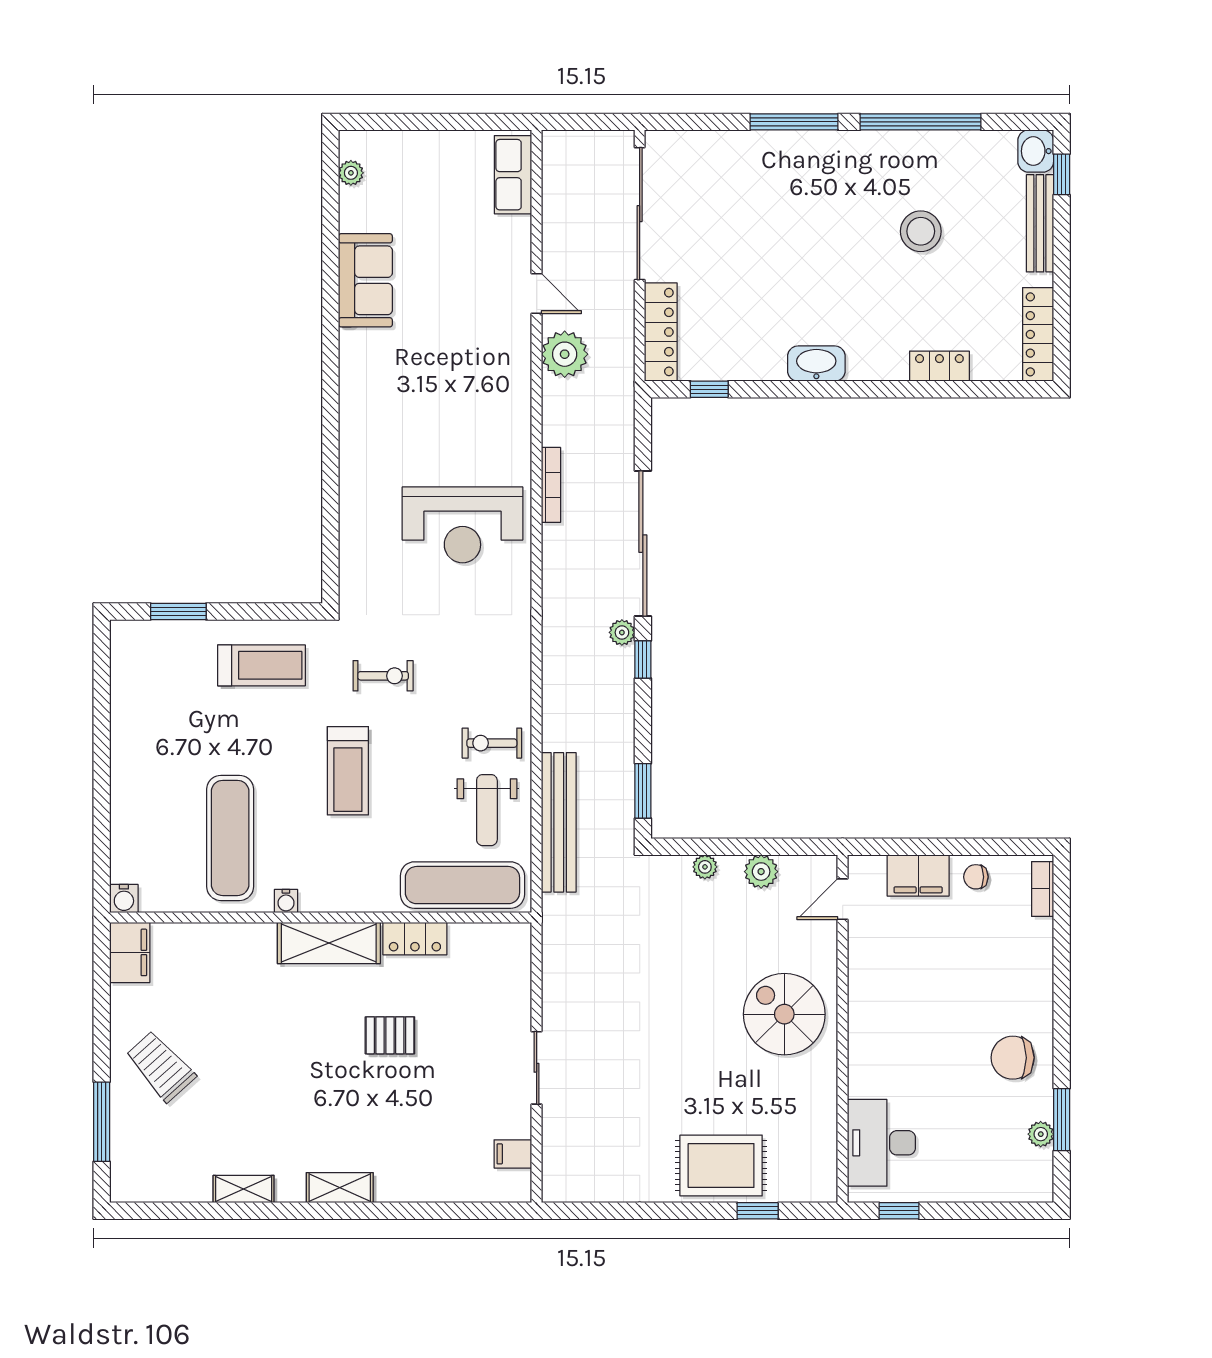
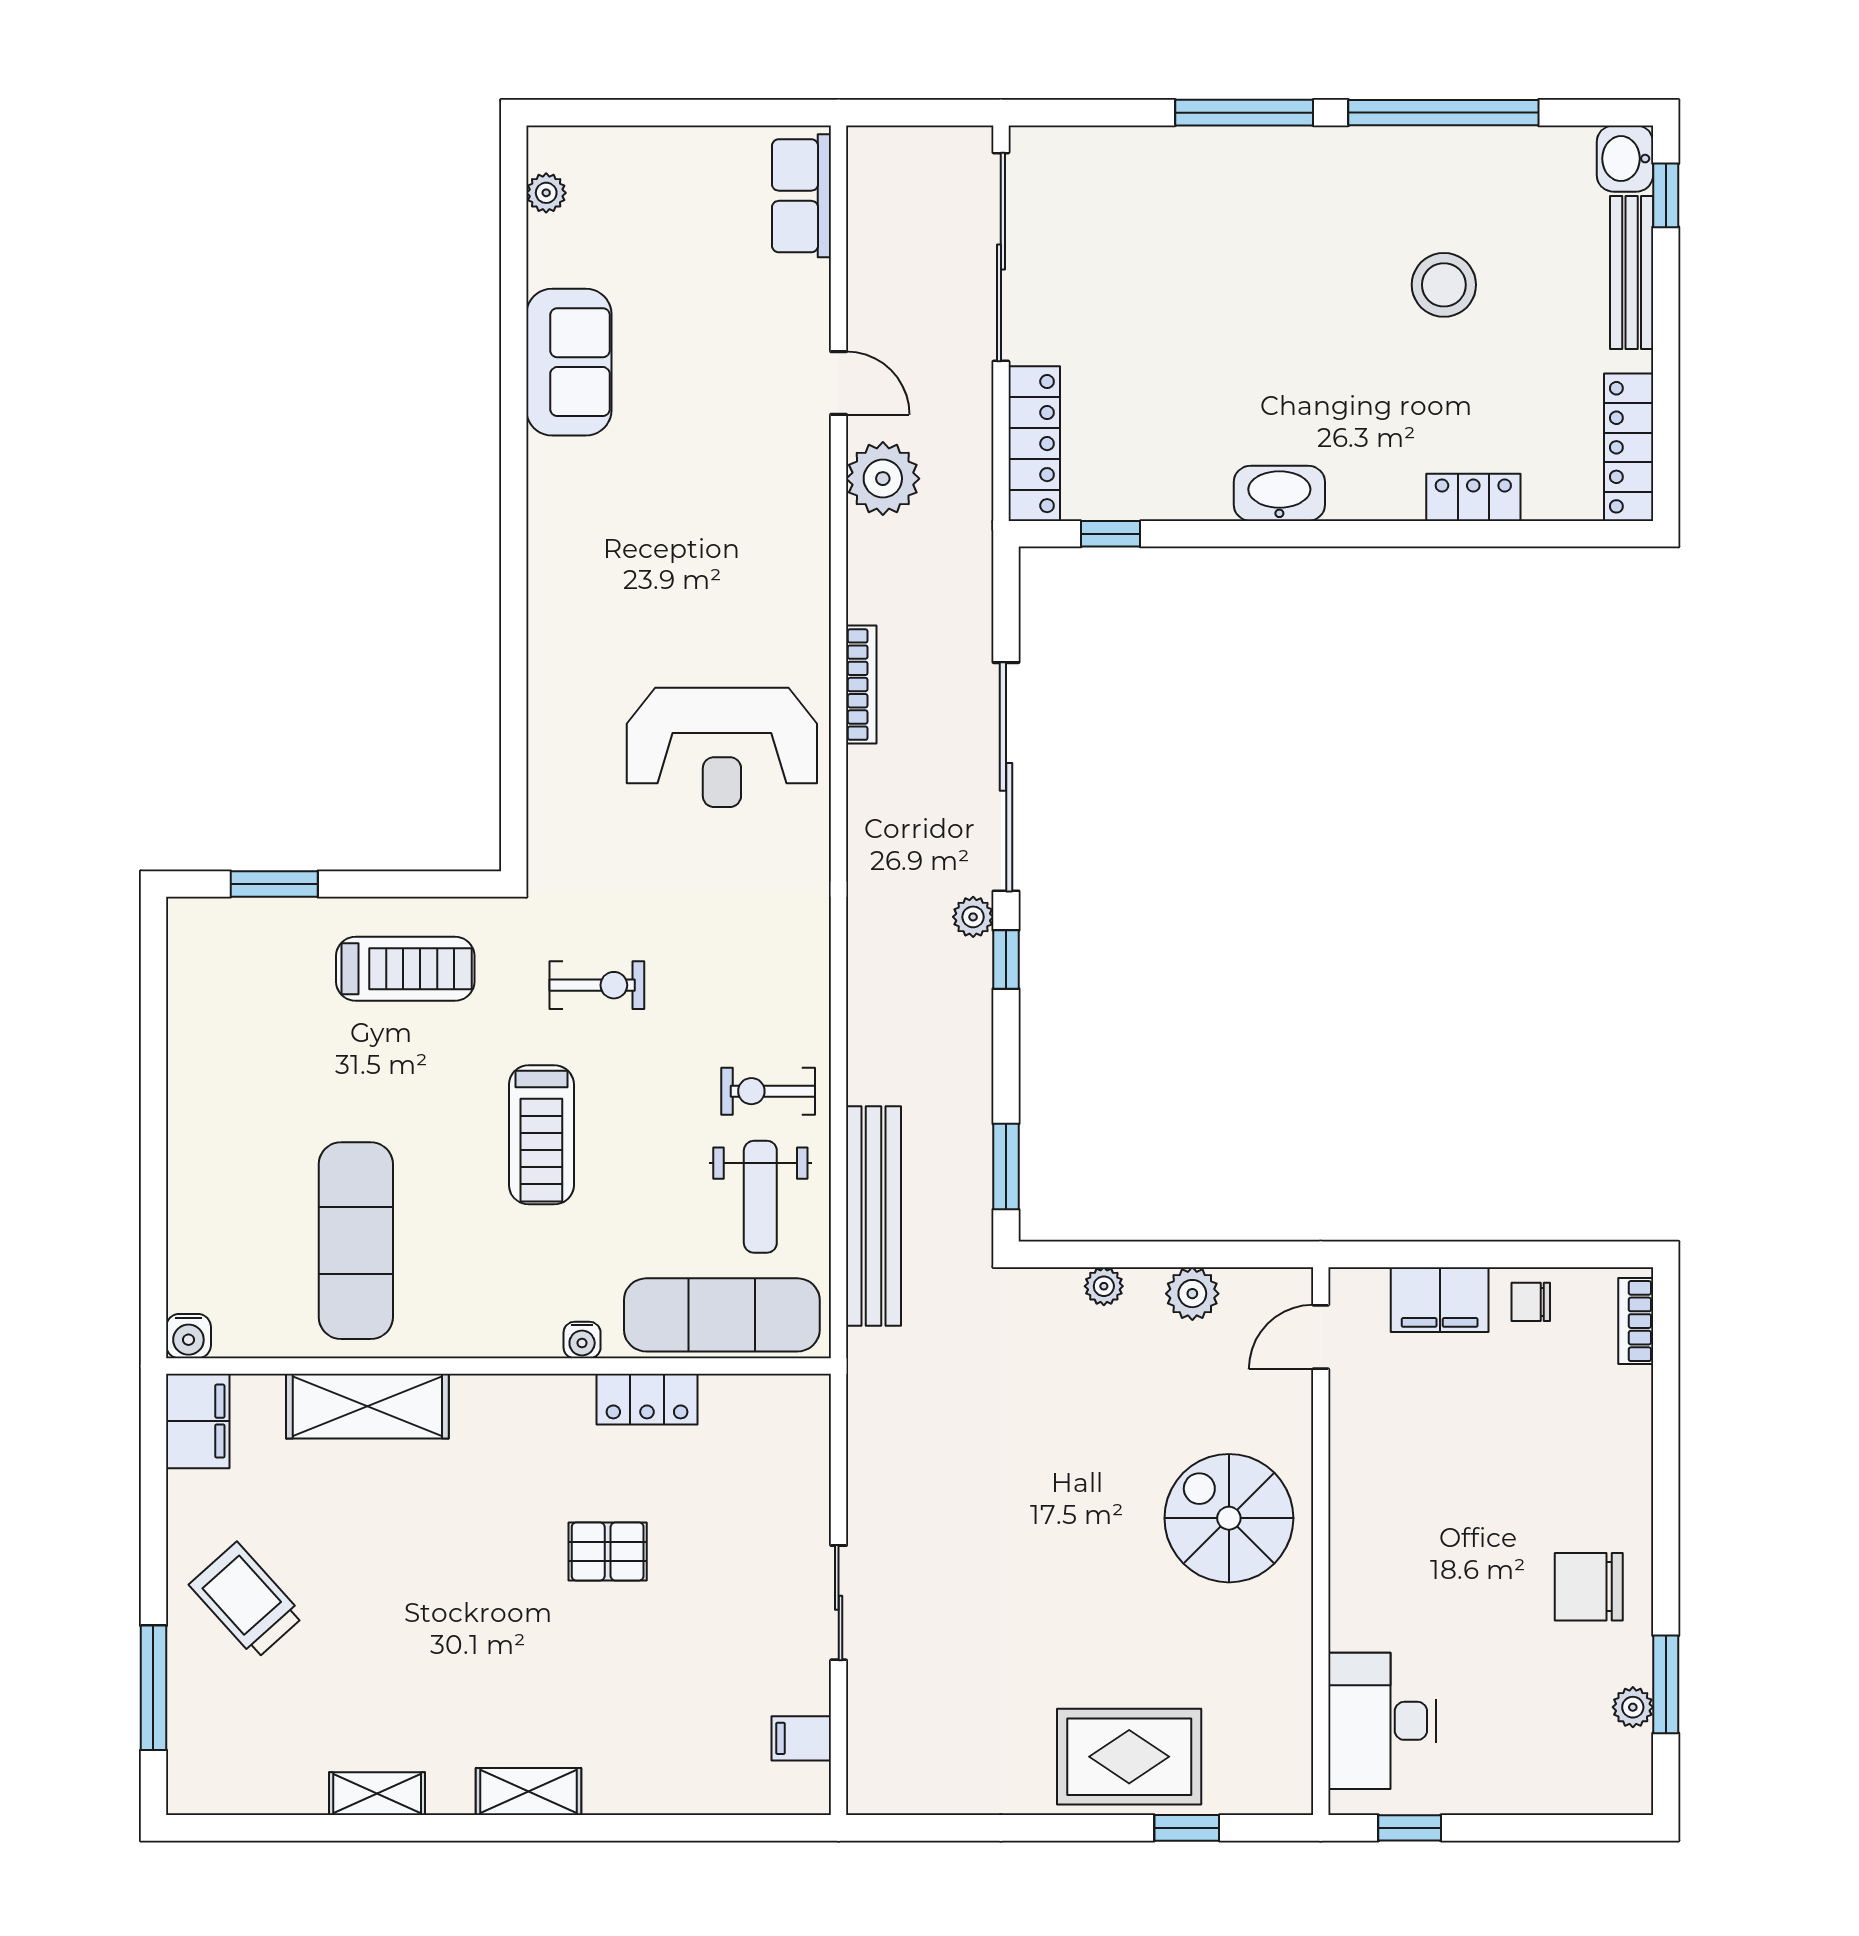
water cooler: (286, 901) -> (582, 1340), moved
shelving: (329, 943) -> (367, 1406), moved

